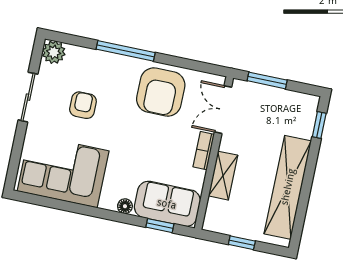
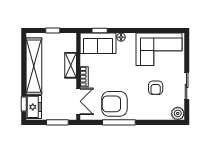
window: (126, 51) -> (119, 122), moved
armchair: (161, 92) -> (114, 104), turned -90
freezer: (303, 116) -> (34, 107), added

